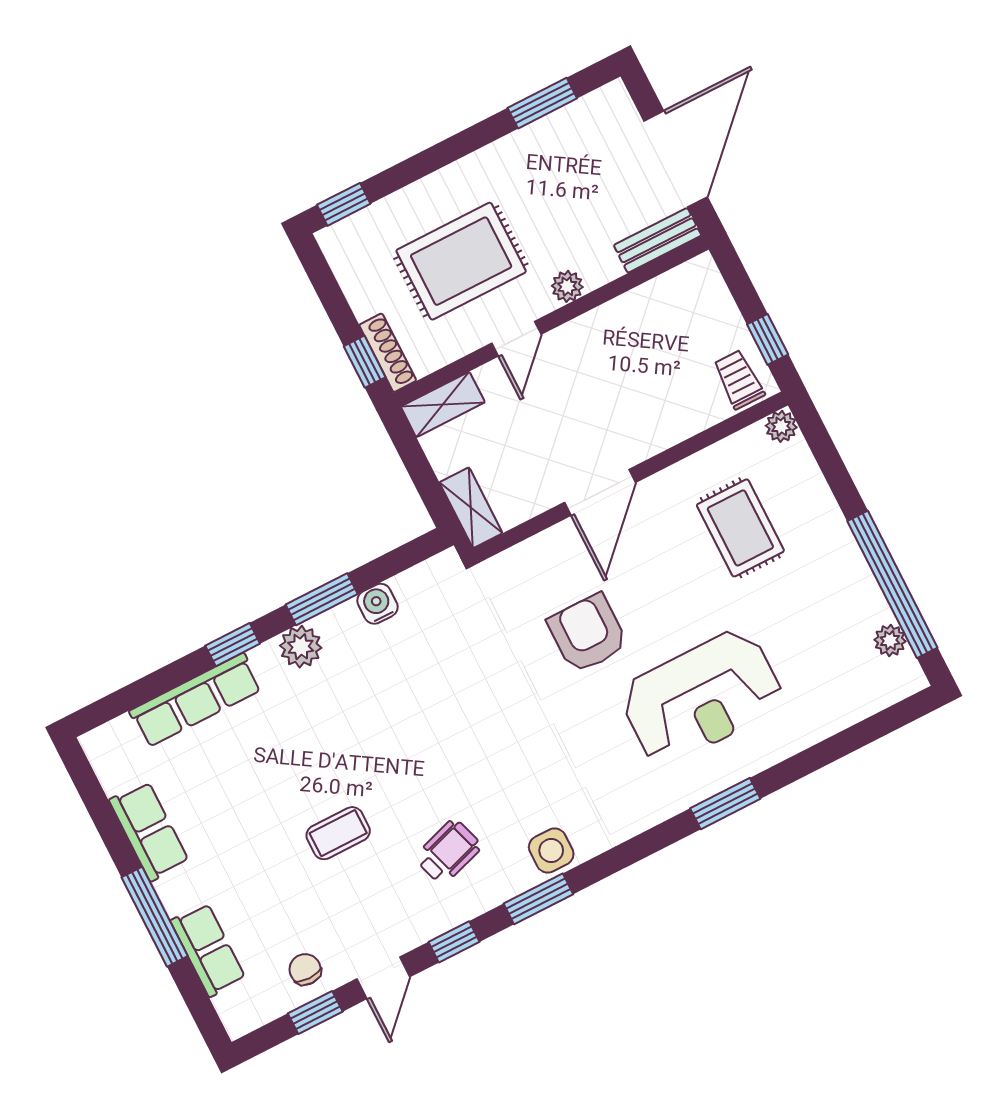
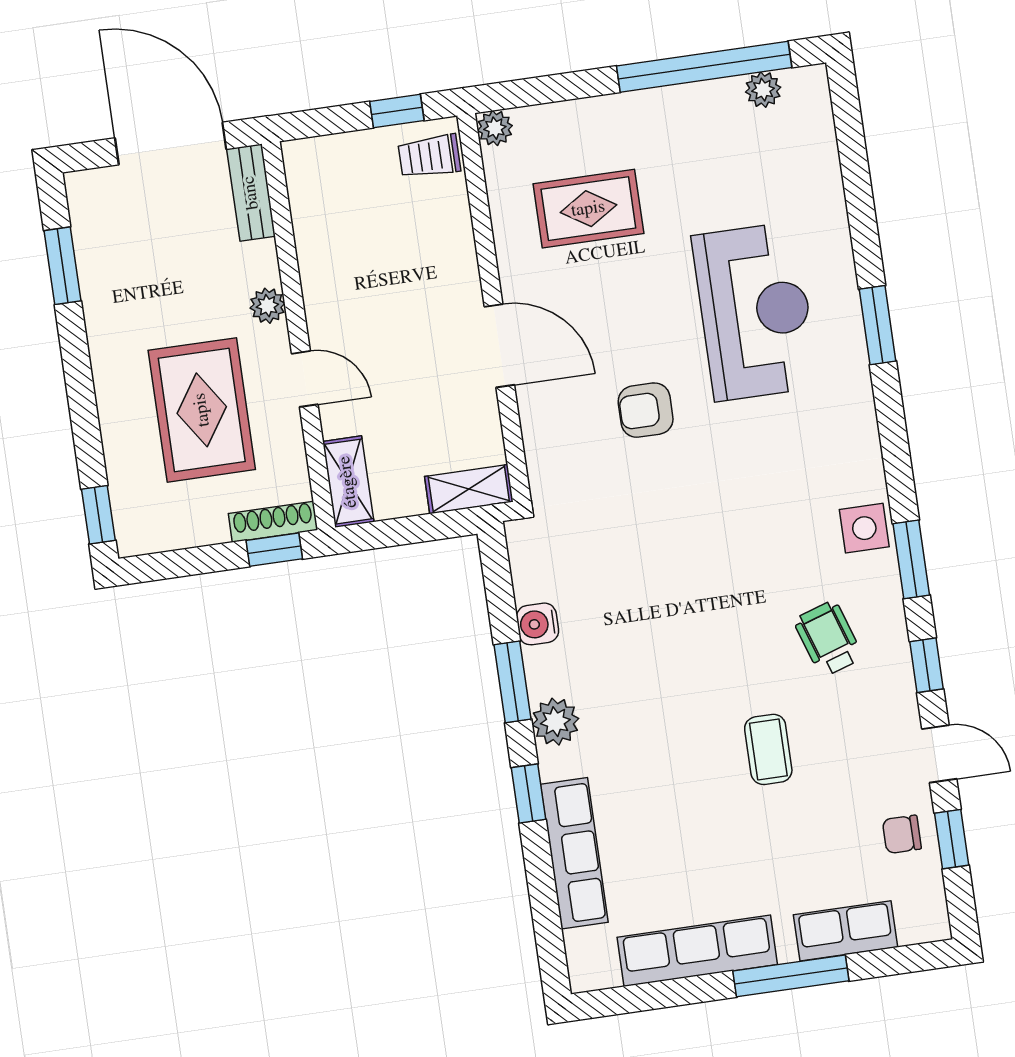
armchair: (588, 633) -> (646, 410), width x0.72, depth x0.72
row of seats: (149, 831) -> (697, 951), width x1.48

